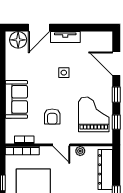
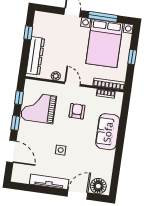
tv unit: (65, 37) -> (49, 182), width x1.41
grand piano: (94, 114) -> (39, 108), turned 90

